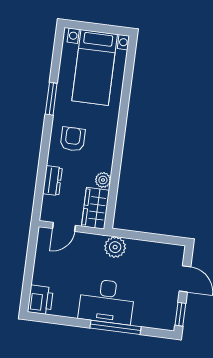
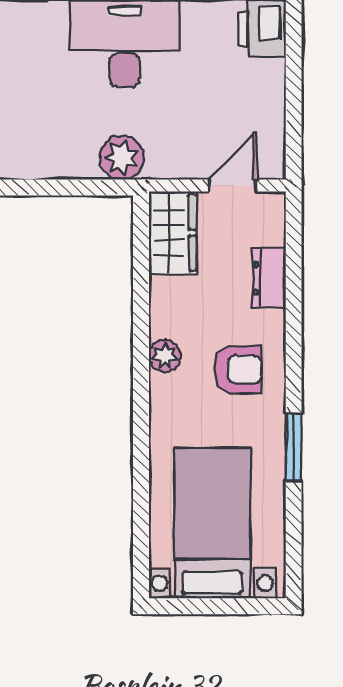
armchair: (73, 139) -> (238, 369), turned -90
plant: (103, 180) -> (165, 356), moved

